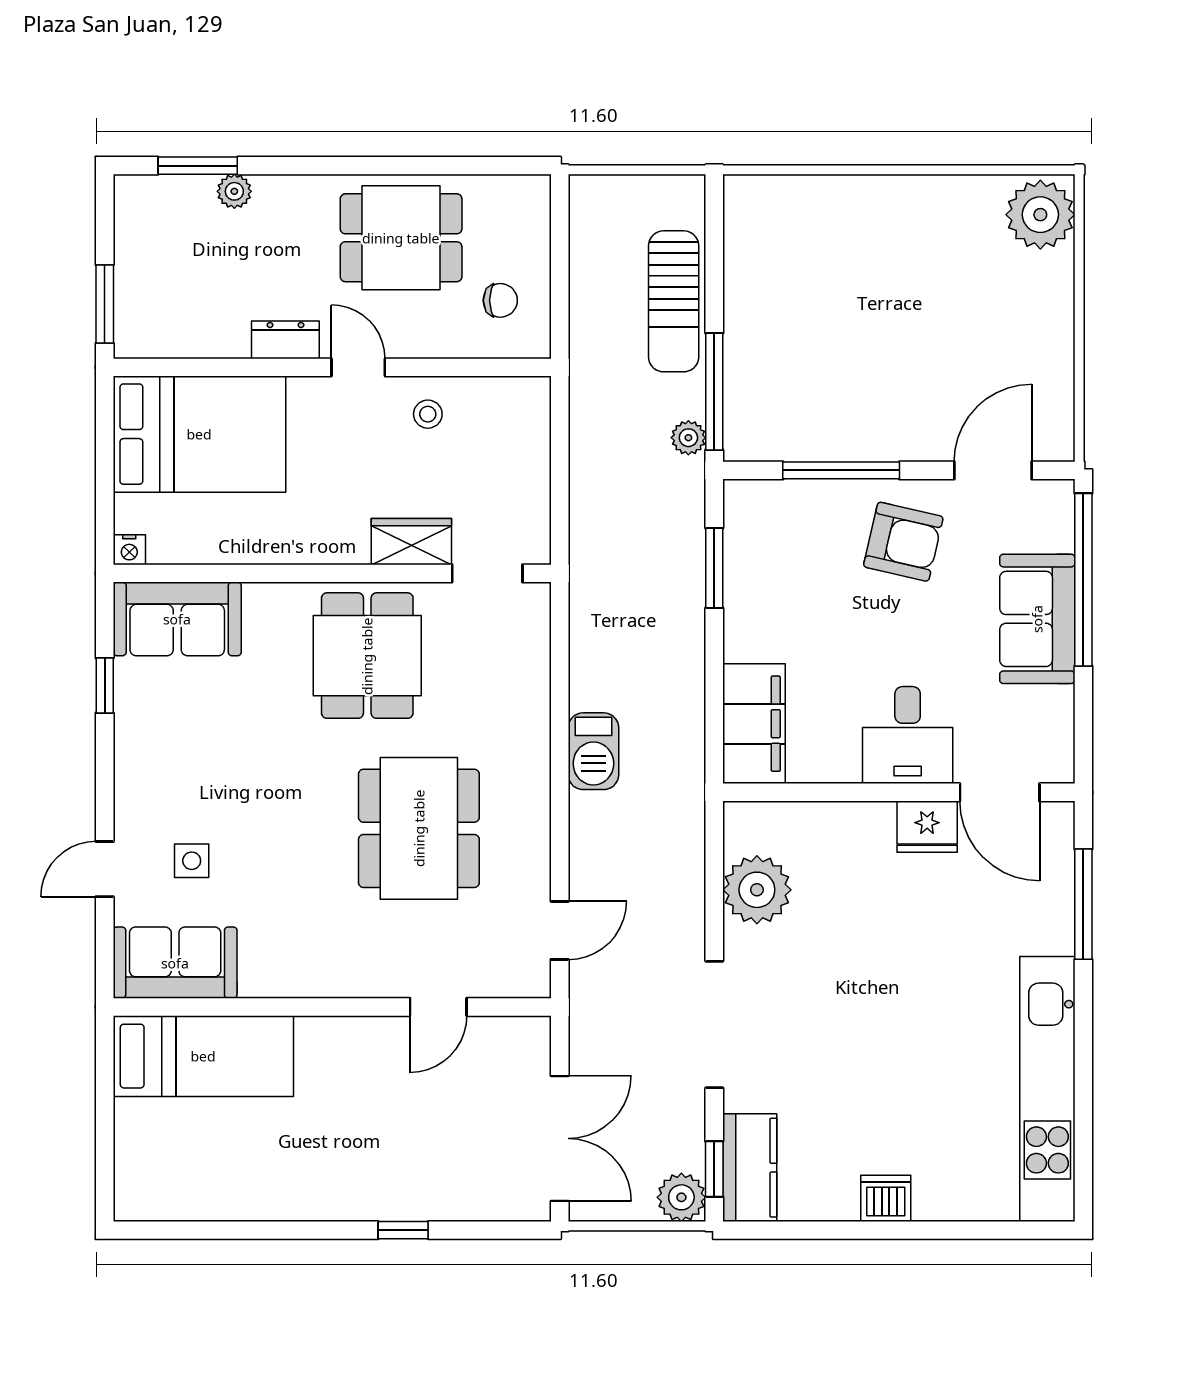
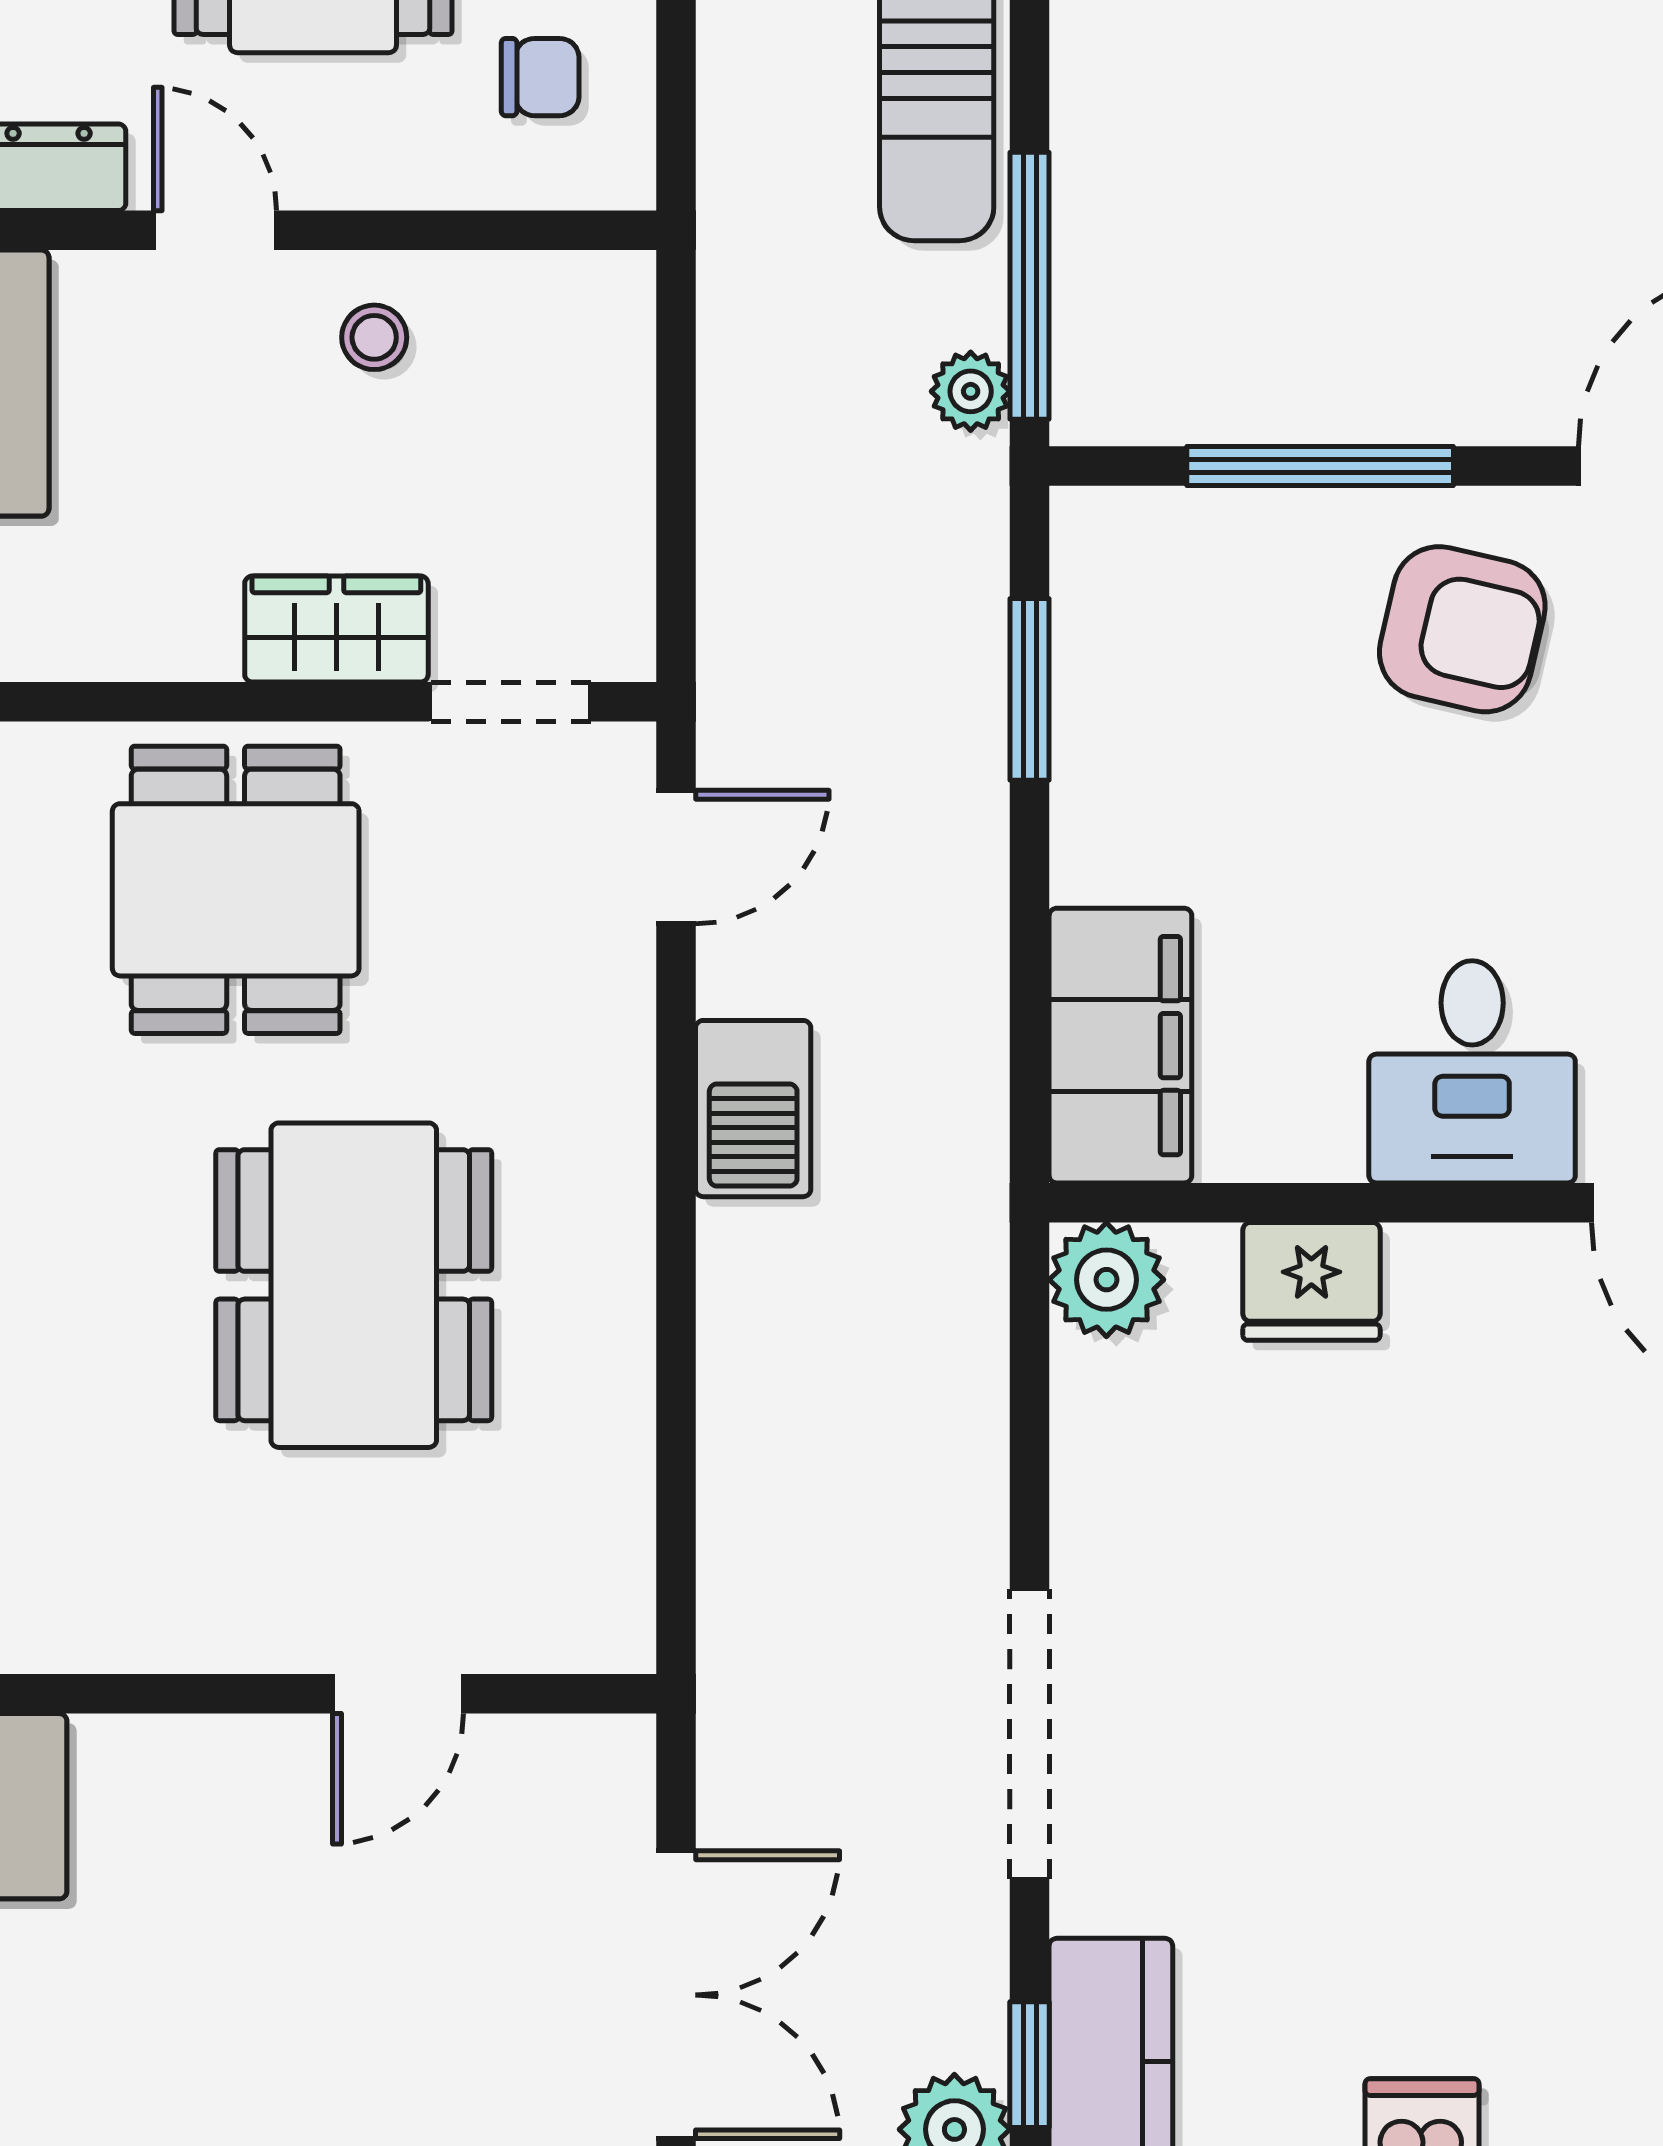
fridge: (927, 827) -> (1311, 1281), moved
plant: (757, 890) -> (1106, 1280), moved, width x0.73, depth x0.73
door: (560, 930) -> (676, 857), moved

